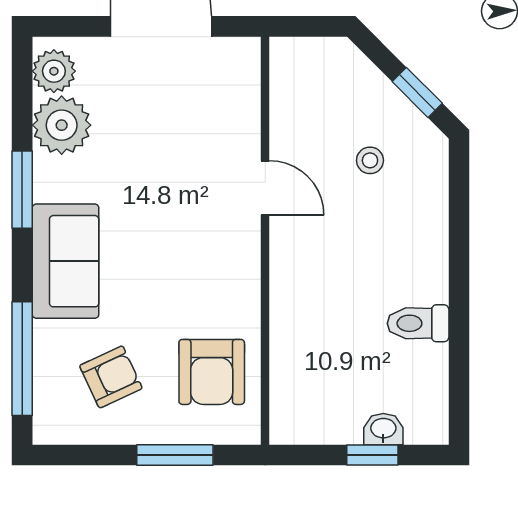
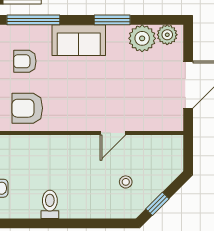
armchair: (111, 377) -> (25, 61), turned 115

